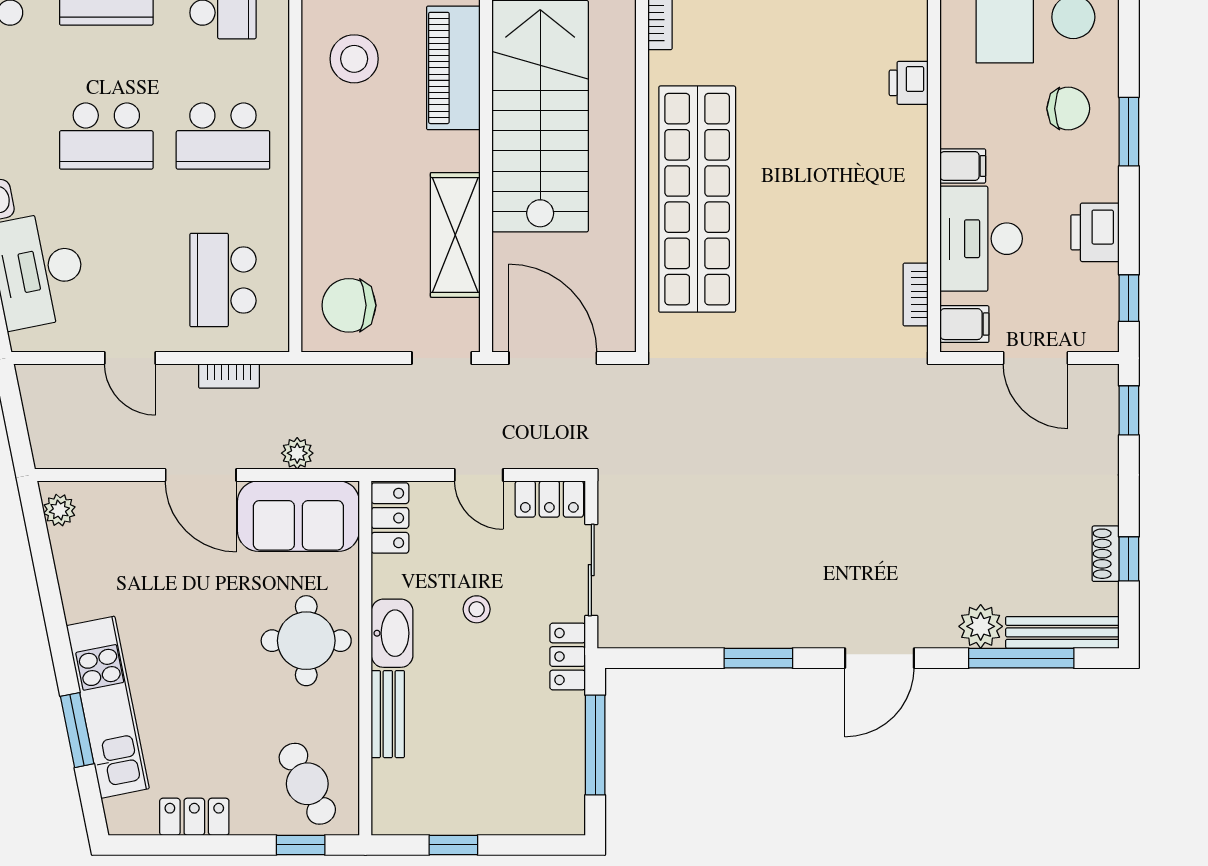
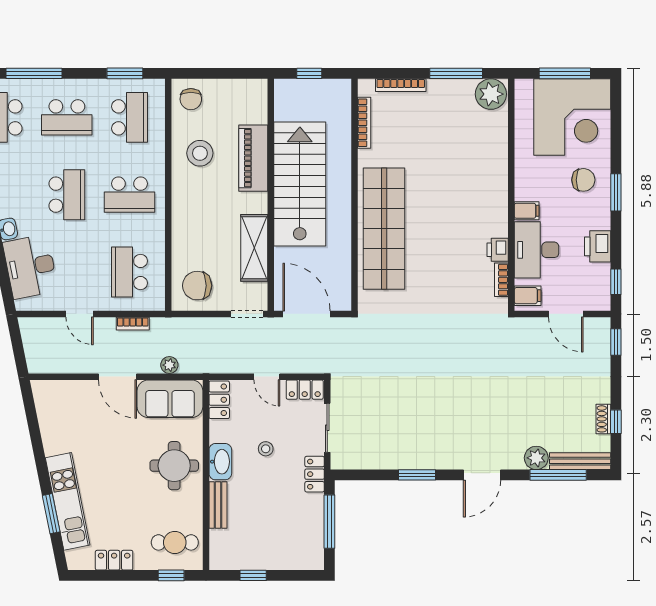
printer: (909, 83) -> (498, 250), moved
school desk: (106, 136) -> (67, 195), turned -90
plant: (59, 510) -> (42, 396), removed
cafe table: (307, 784) -> (175, 542), turned -63

